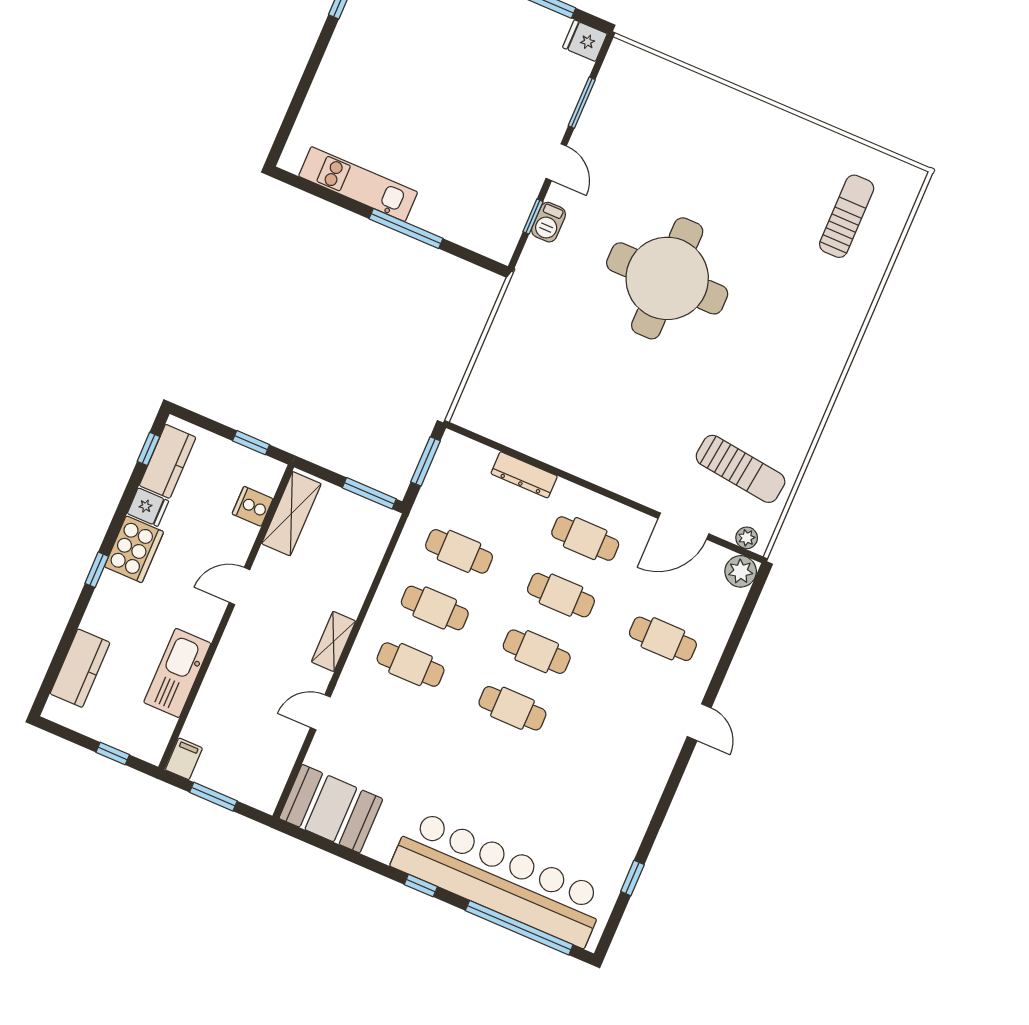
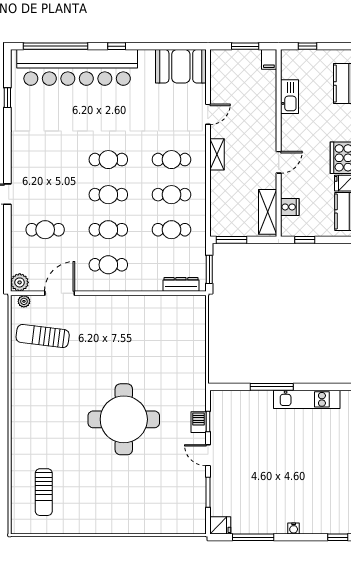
dresser: (524, 475) -> (181, 284), moved
kitchen sink: (177, 673) -> (290, 97), width x0.73, depth x0.81

